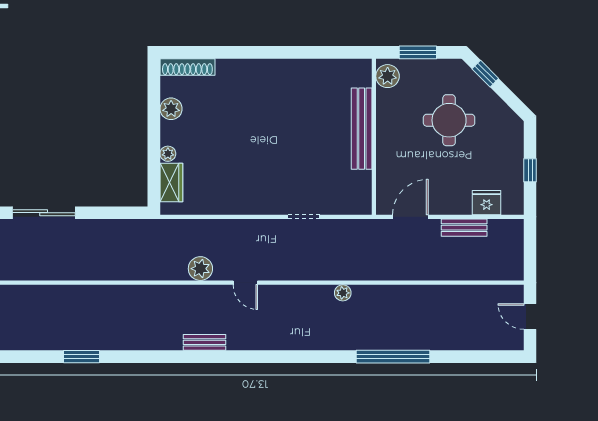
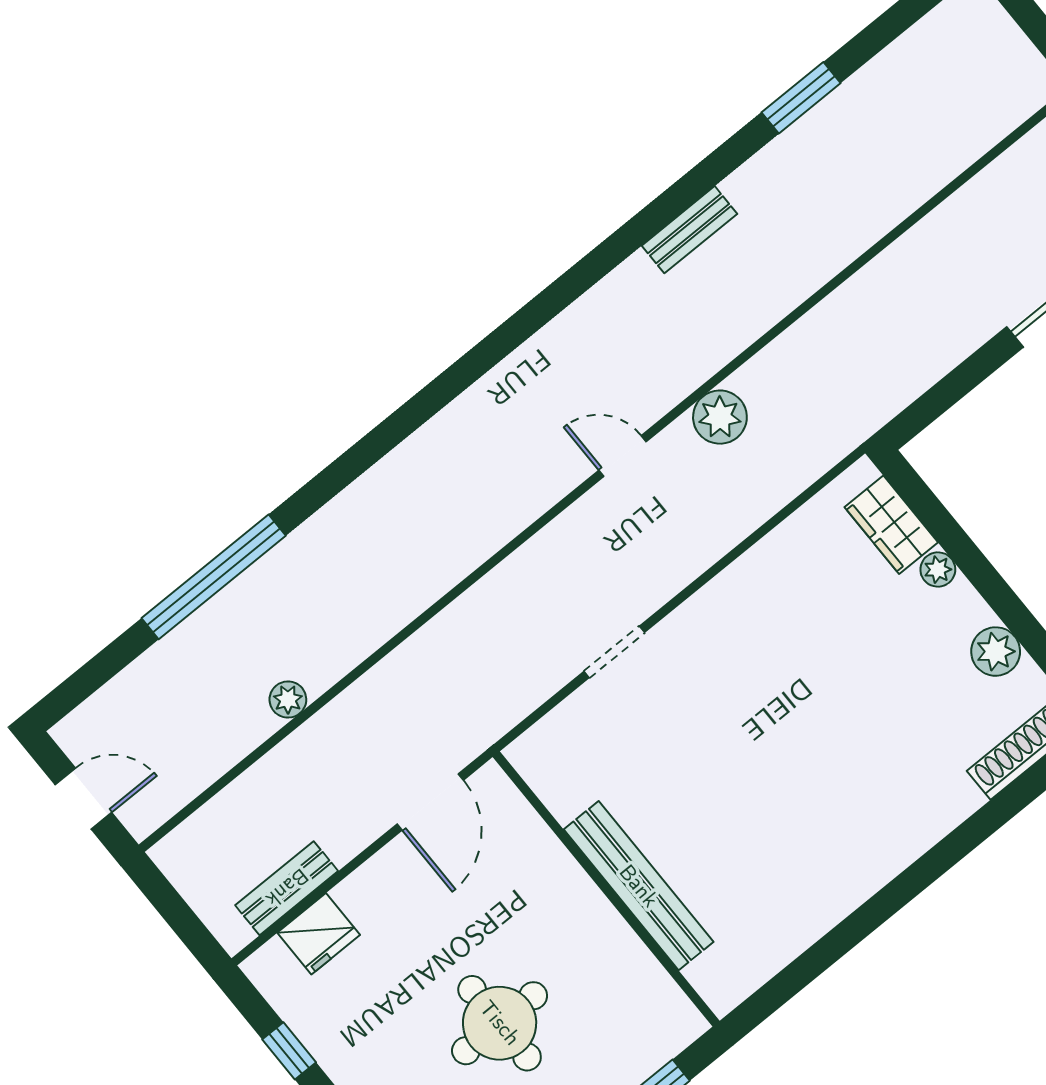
plant: (388, 76) -> (668, 1013), removed
bench: (464, 228) -> (287, 888), moved
plant: (343, 293) -> (288, 700), moved
bench: (204, 342) -> (689, 230), moved
window: (393, 357) -> (214, 577), moved

